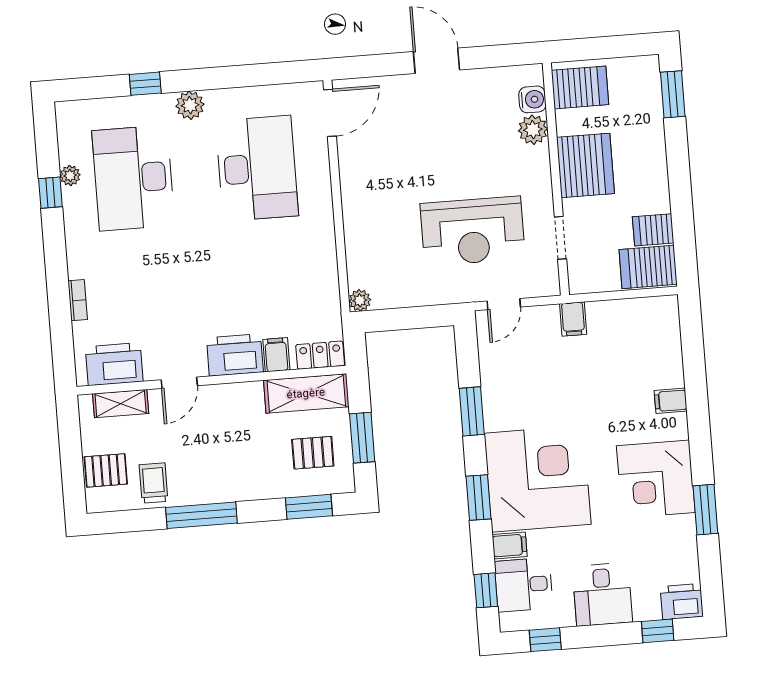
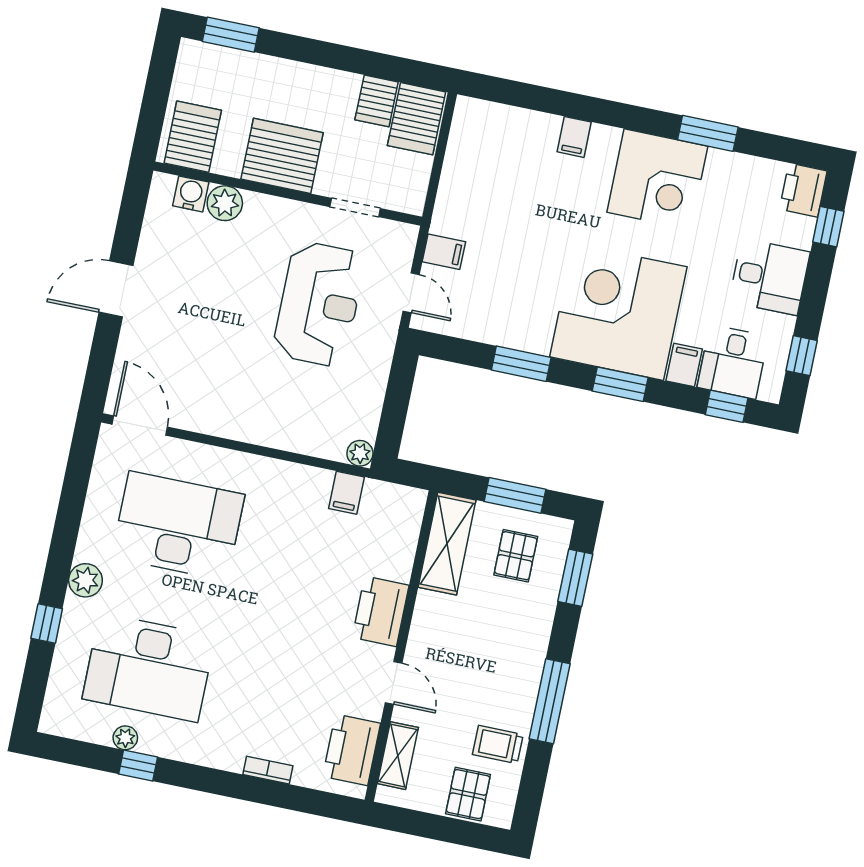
filing cabinet: (573, 319) -> (444, 252), moved
filing cabinet: (276, 355) -> (346, 493), moved, turned -90
locker: (320, 355) -> (409, 516), removed

